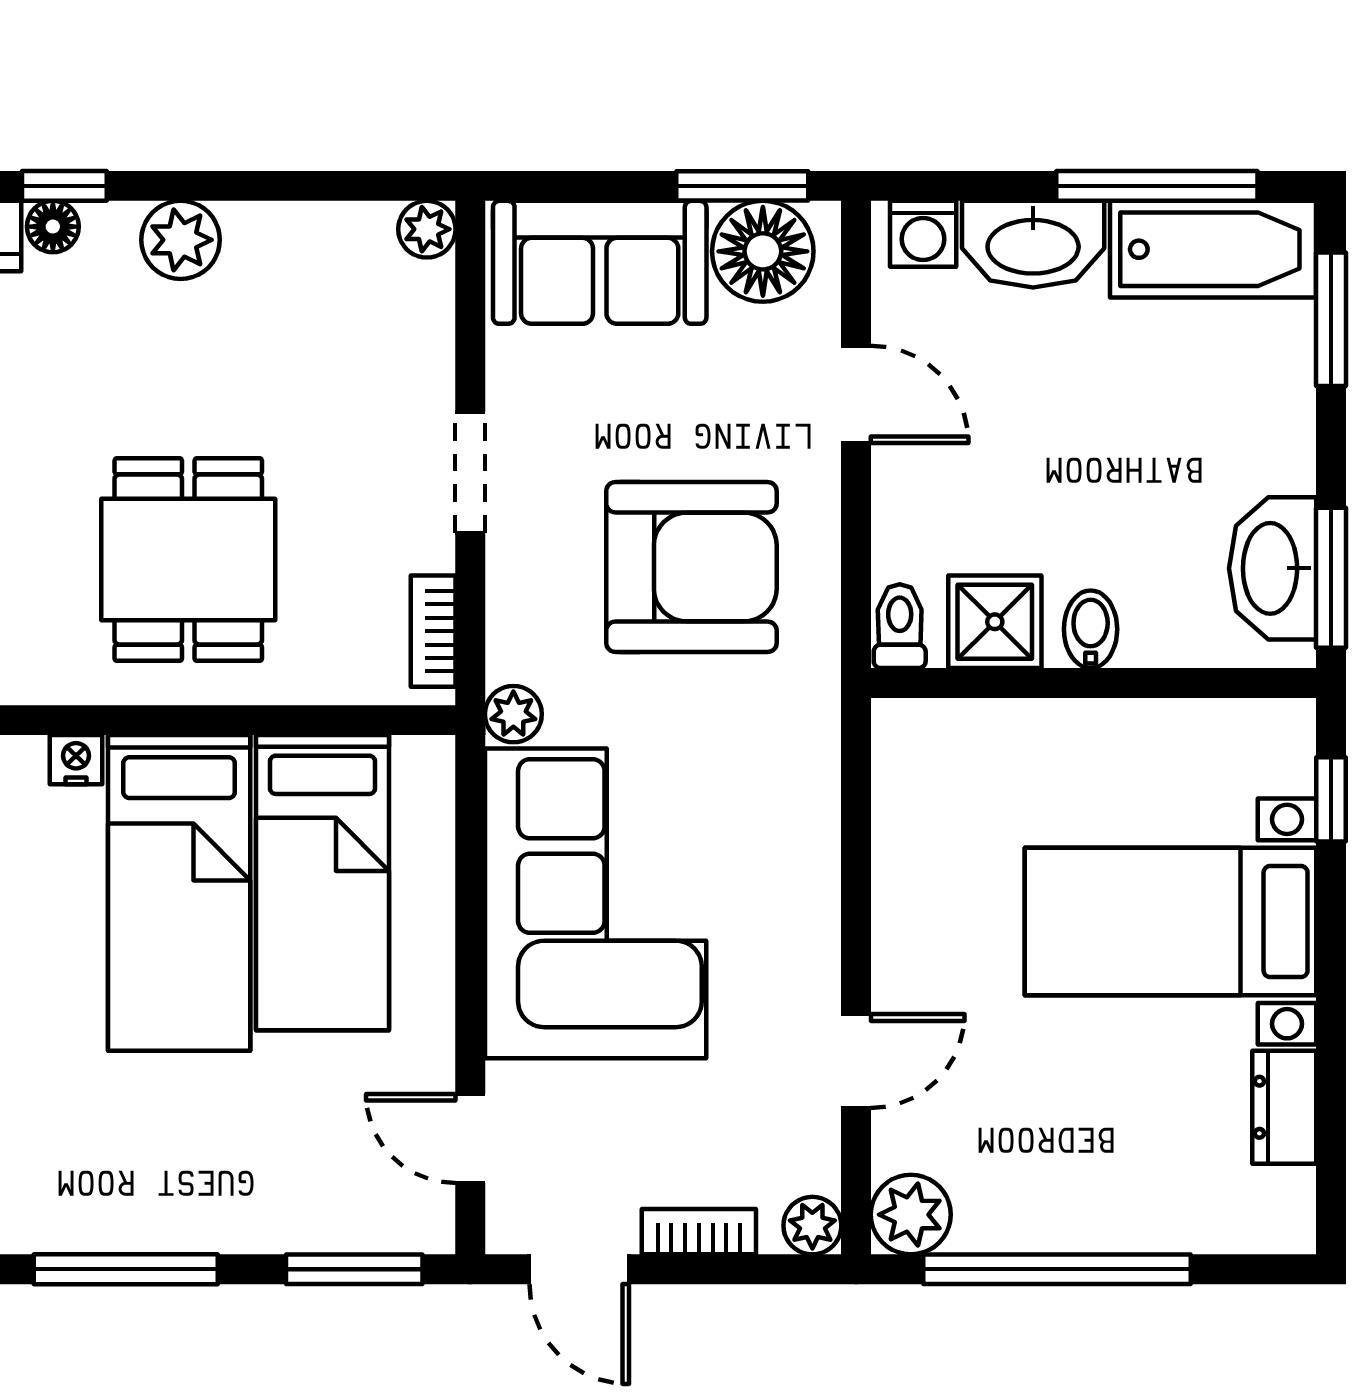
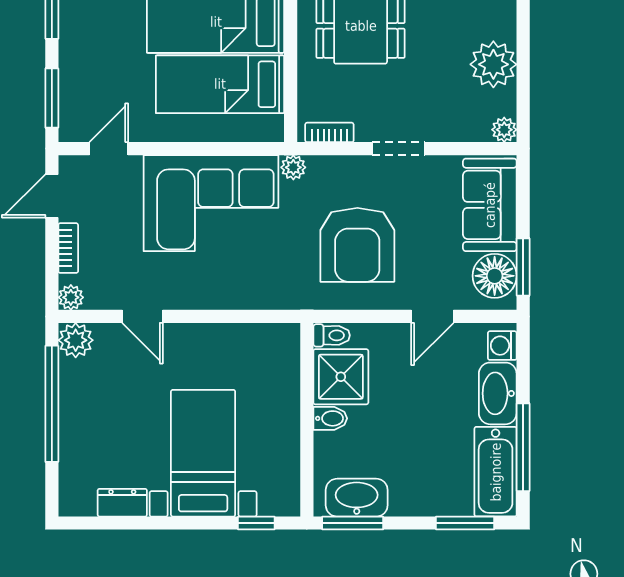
plant: (181, 240) -> (493, 64), moved, width x1.36, depth x1.36
shower: (995, 622) -> (341, 377), width x1.36, depth x1.36

